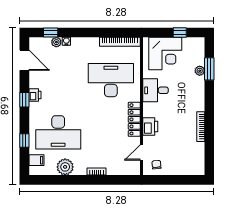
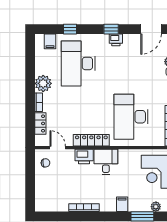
plant: (200, 71) -> (156, 207), moved
desk: (111, 80) -> (131, 117), turned 180
filing cabinet: (197, 89) -> (122, 204), added
desk: (155, 90) -> (106, 162), moved
plant: (65, 167) -> (43, 83), moved
locker: (117, 170) -> (40, 123), added

